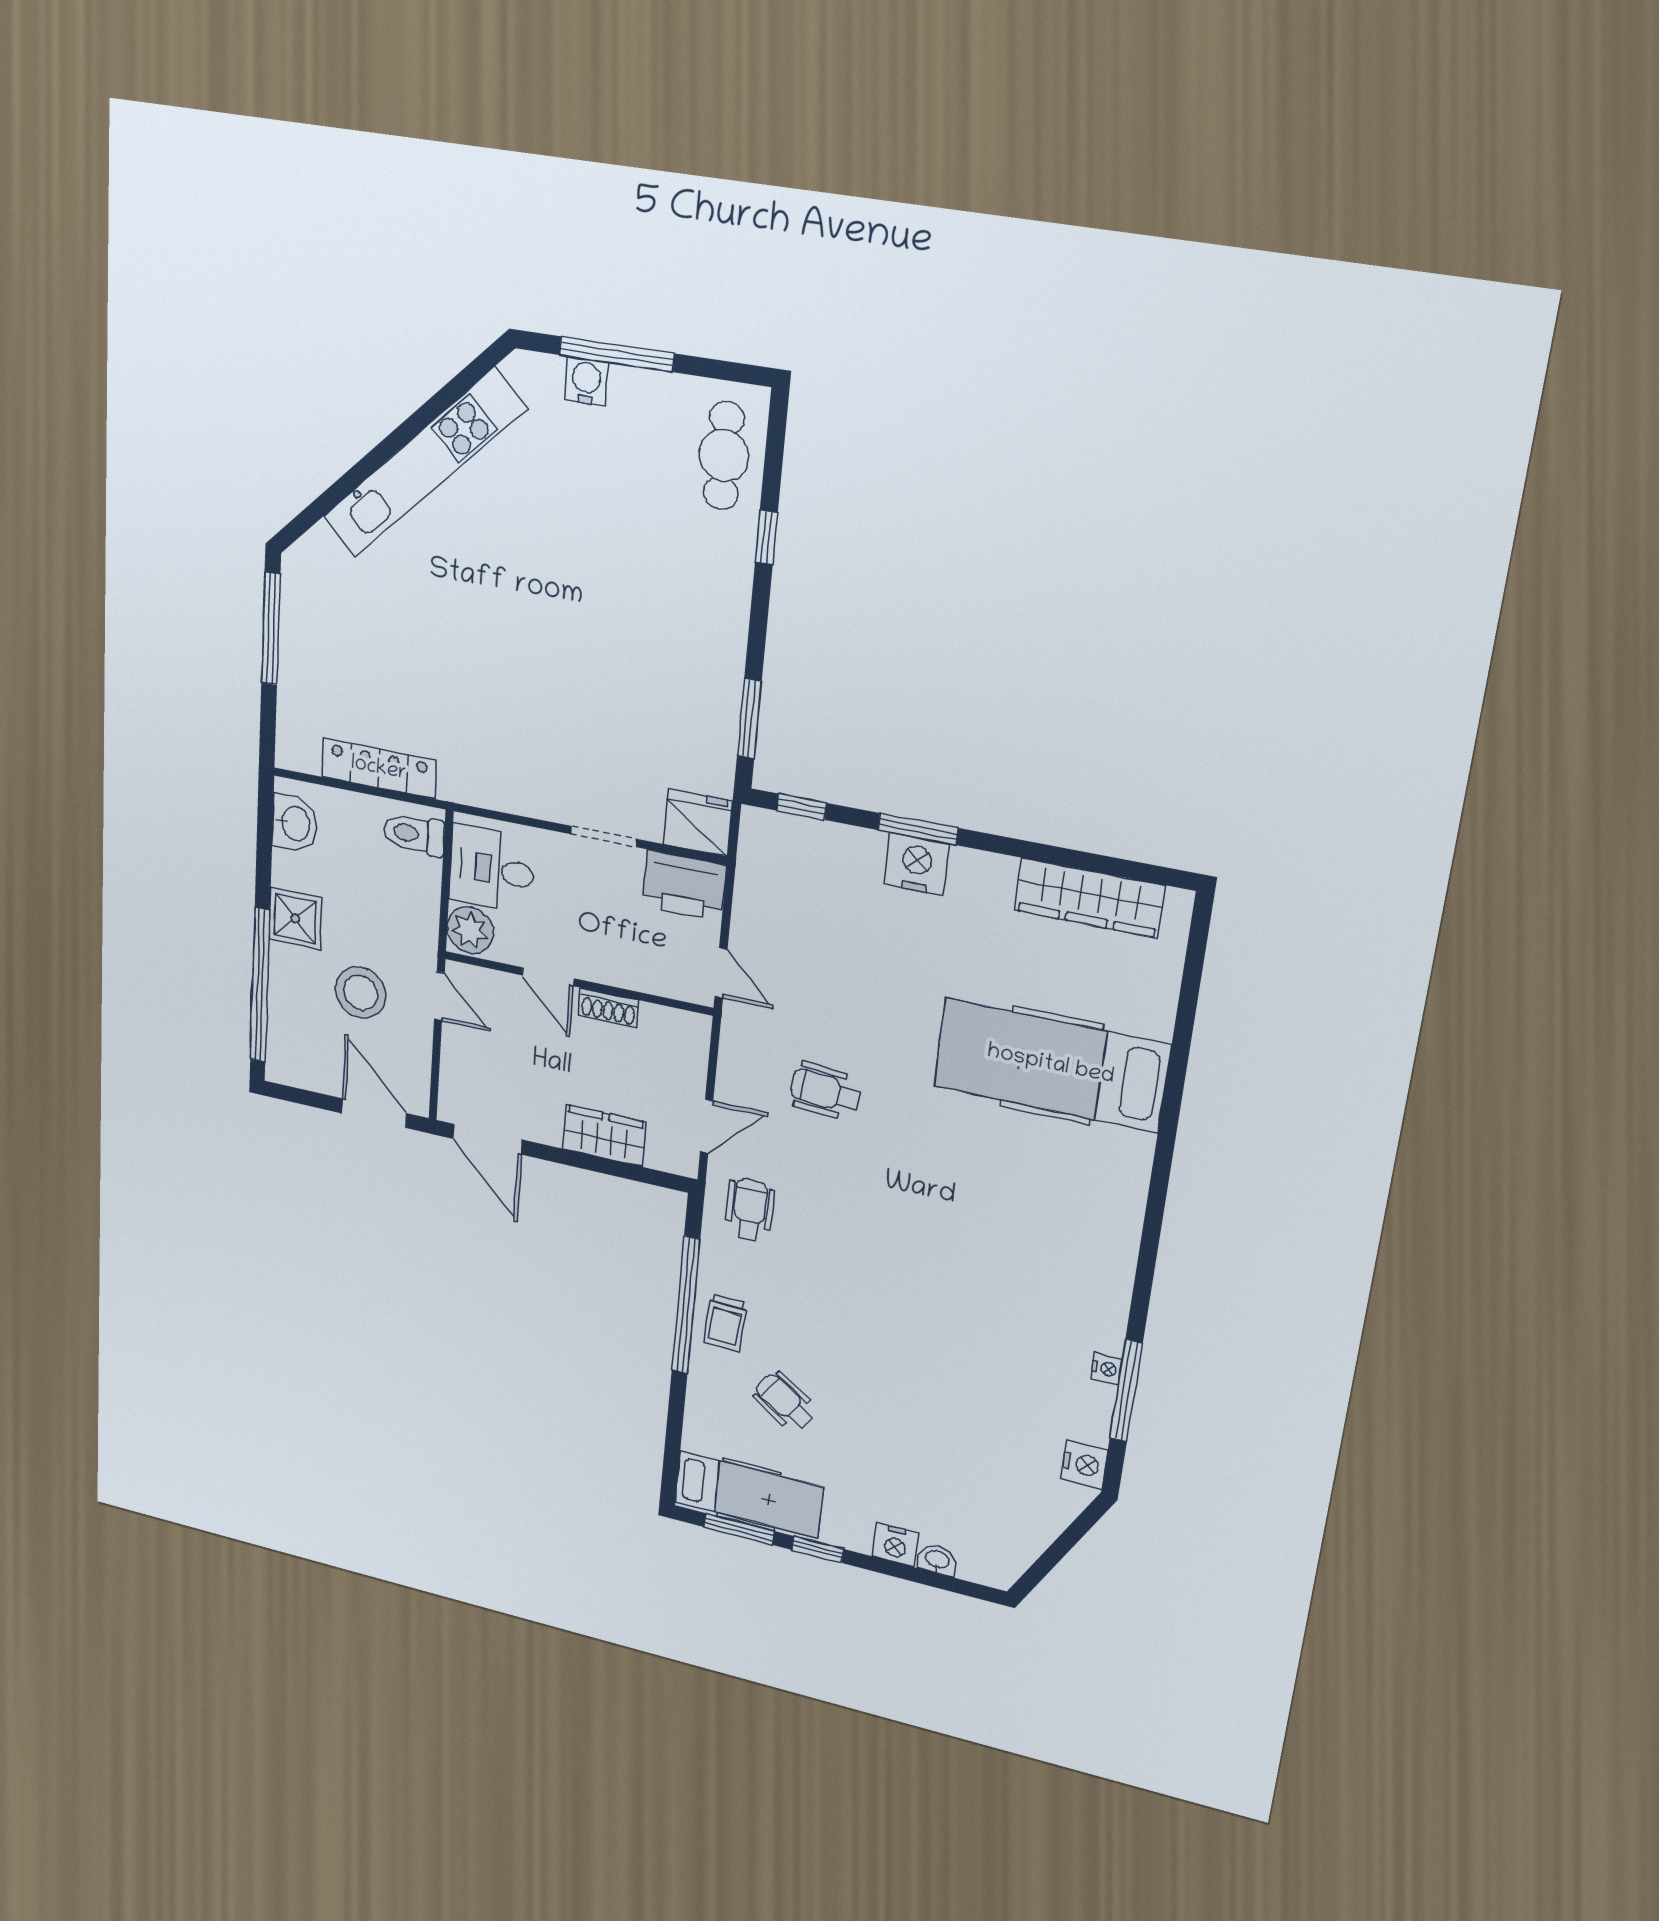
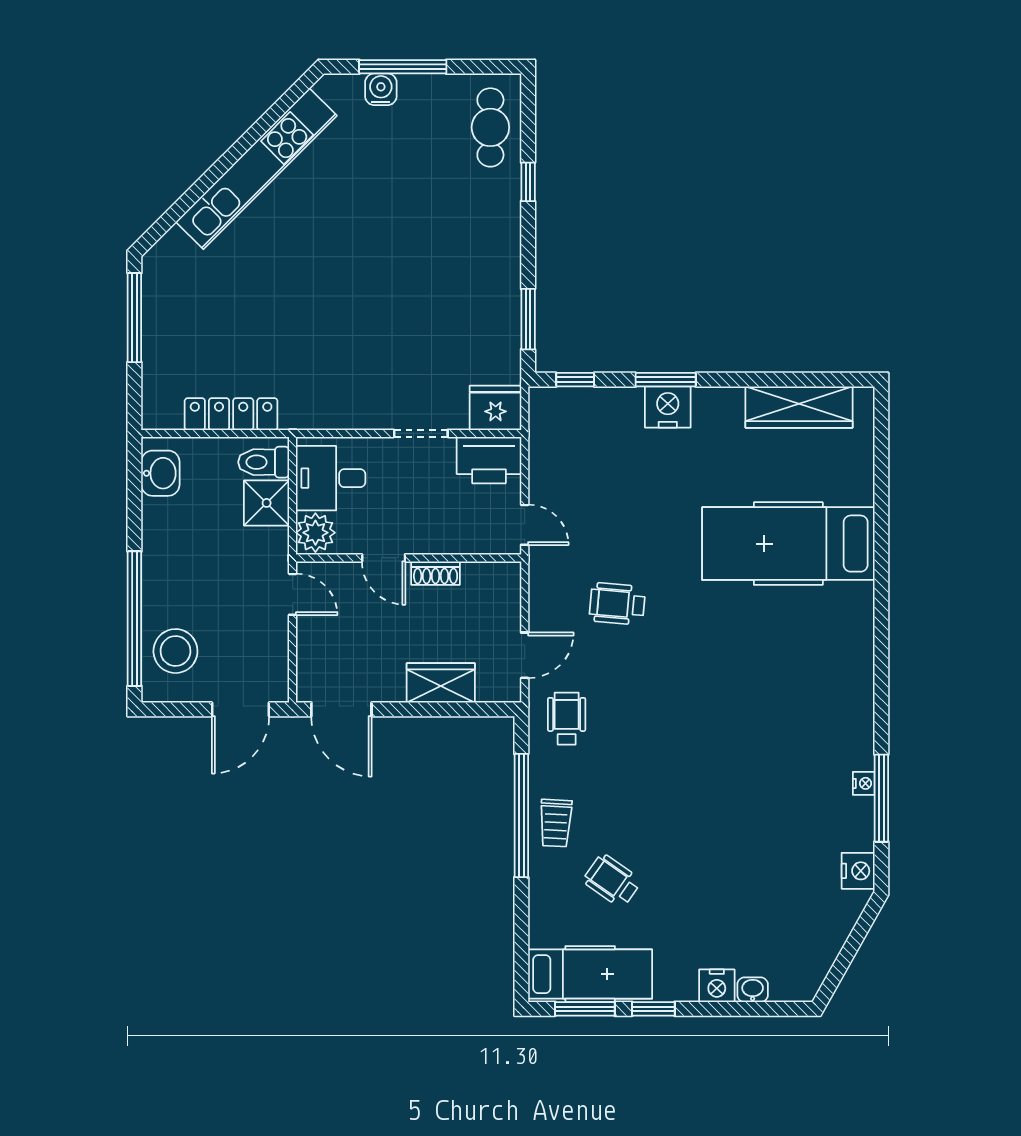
shower: (295, 918) -> (267, 503), moved
stool: (361, 993) -> (175, 651), moved
door: (374, 1113) -> (241, 709), swing flipped

